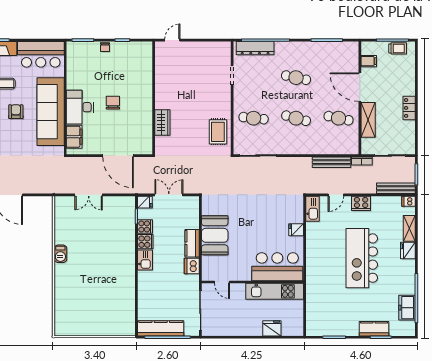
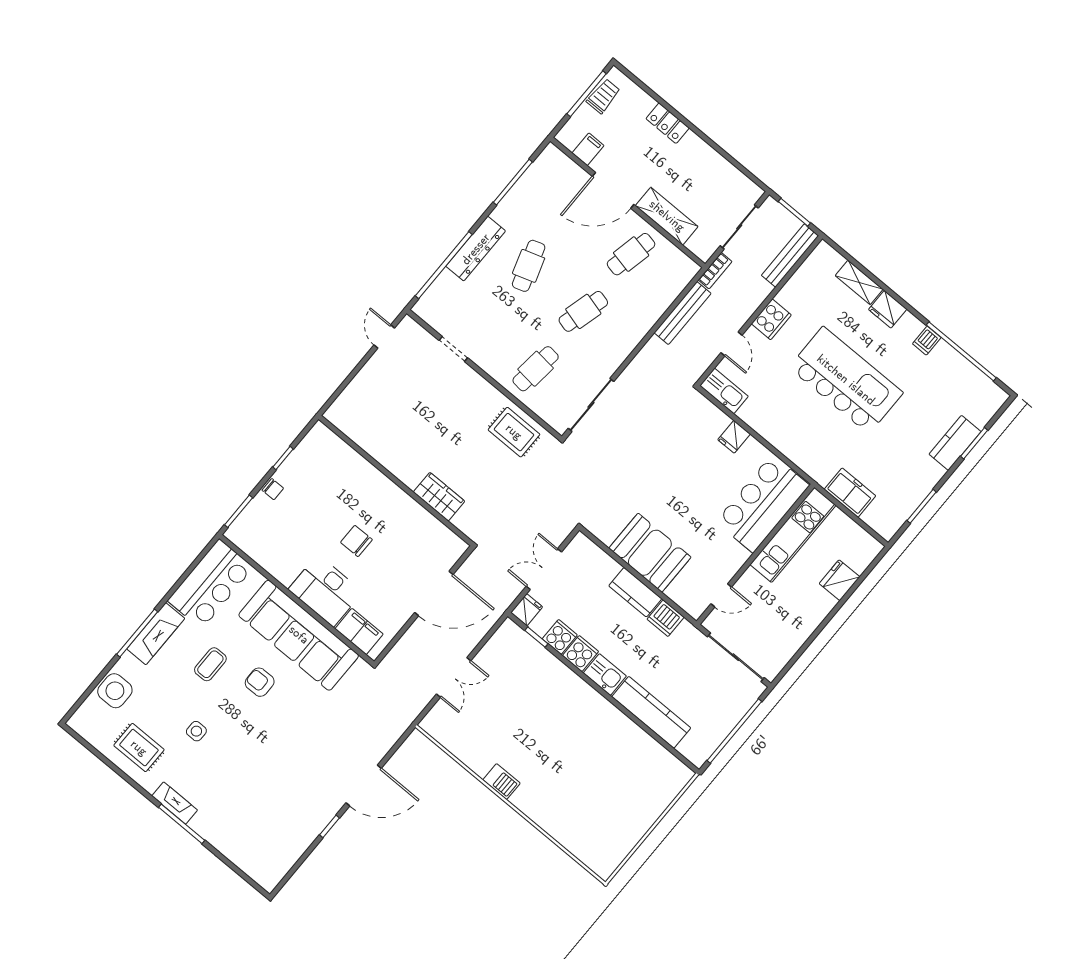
door: (172, 40) -> (384, 336), moved
dresser: (255, 48) -> (476, 249), moved
cafe table: (296, 78) -> (529, 266), turned -30
locker: (409, 108) -> (668, 123), moved
dishwasher: (408, 201) -> (927, 341), moved
kitchen island: (362, 258) -> (846, 380), turned 180
freezer: (407, 308) -> (850, 493), moved, turned 180
kitchen counter: (161, 328) -> (651, 712), moved, turned 90

